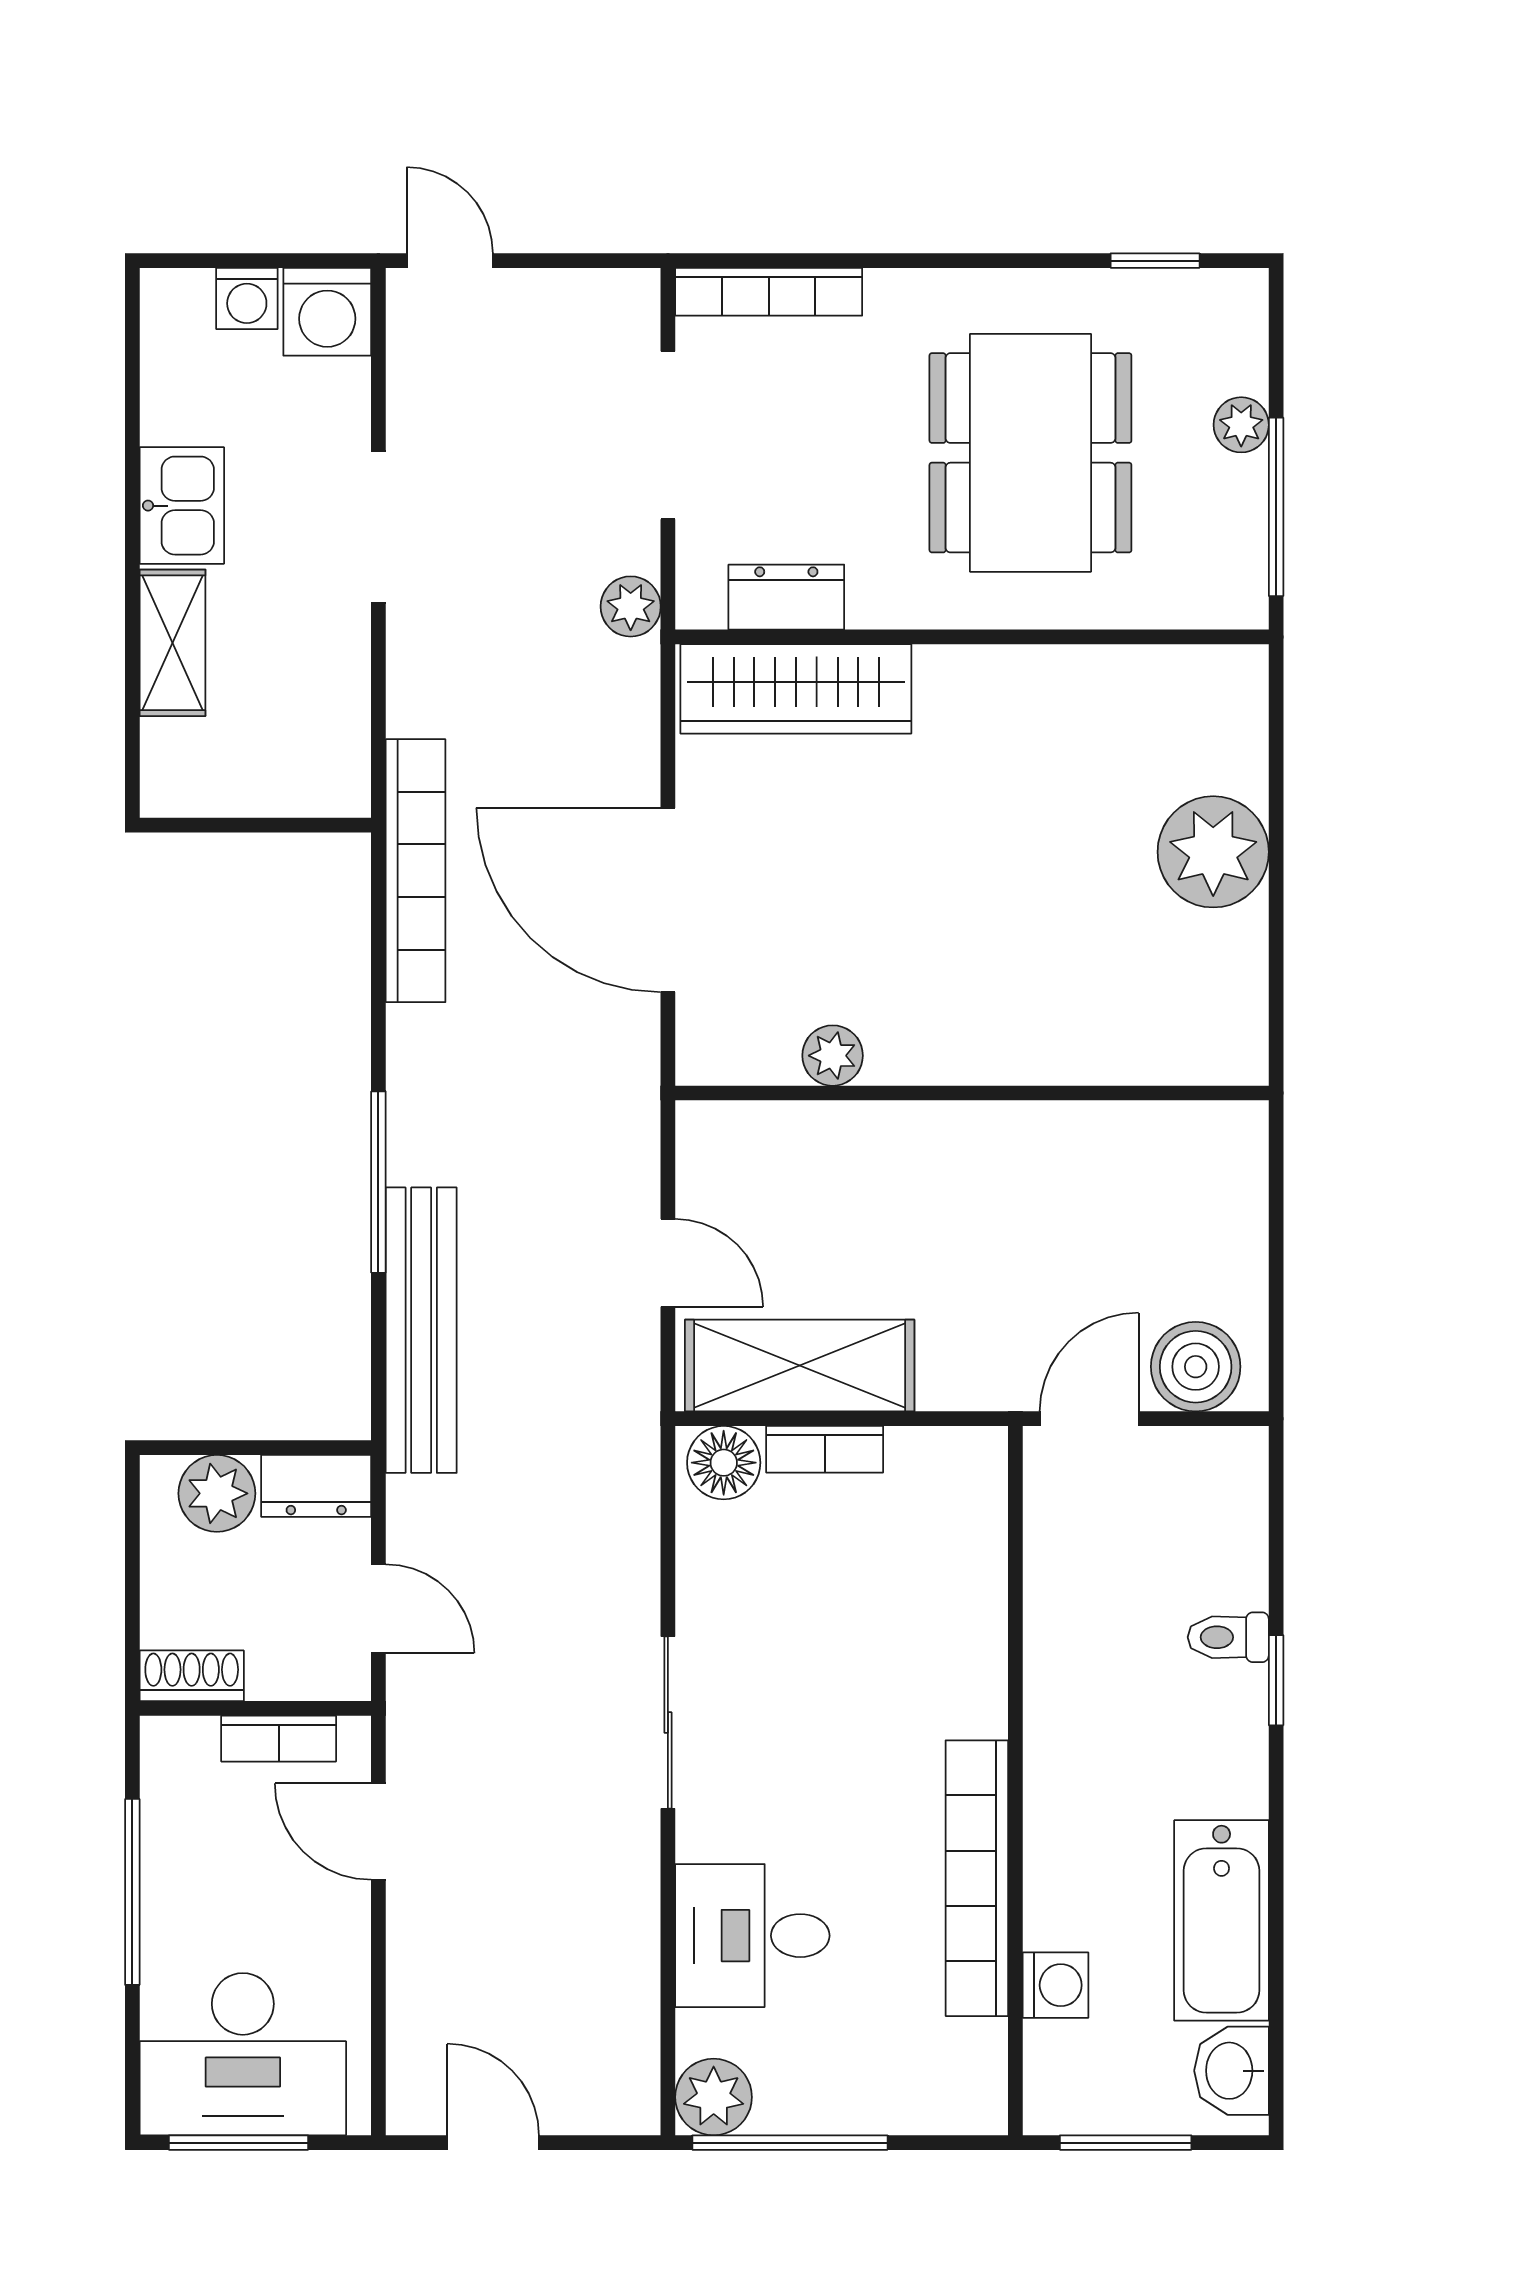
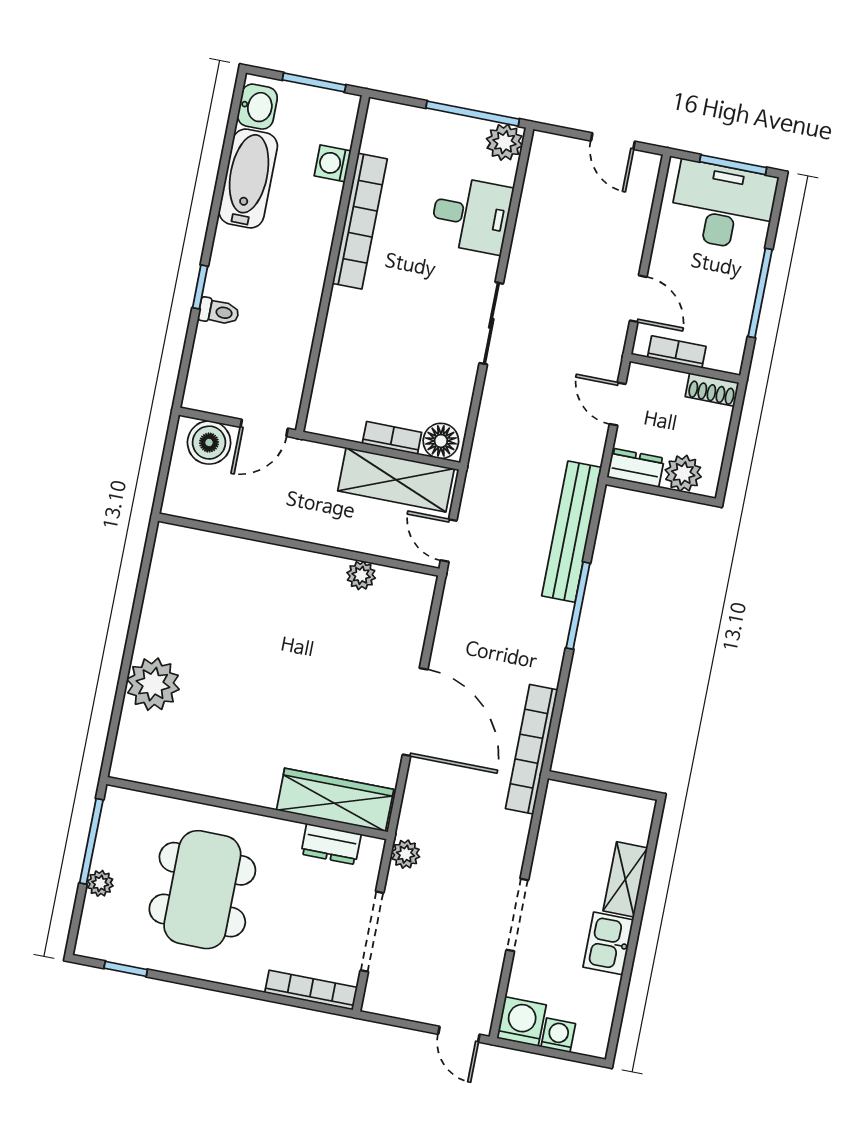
plant: (833, 1056) -> (361, 575), moved
wall: (972, 1093) -> (299, 545), moved

